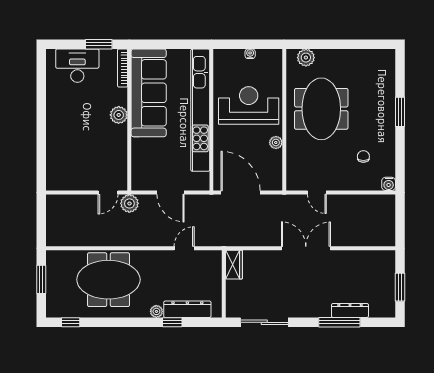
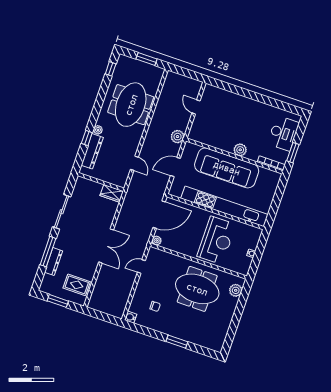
sofa: (149, 93) -> (227, 168), moved
plant: (276, 142) -> (157, 241), moved
door: (108, 193) -> (196, 107), moved
rug: (370, 270) -> (77, 285), added
sliding door: (264, 322) -> (62, 212), moved

